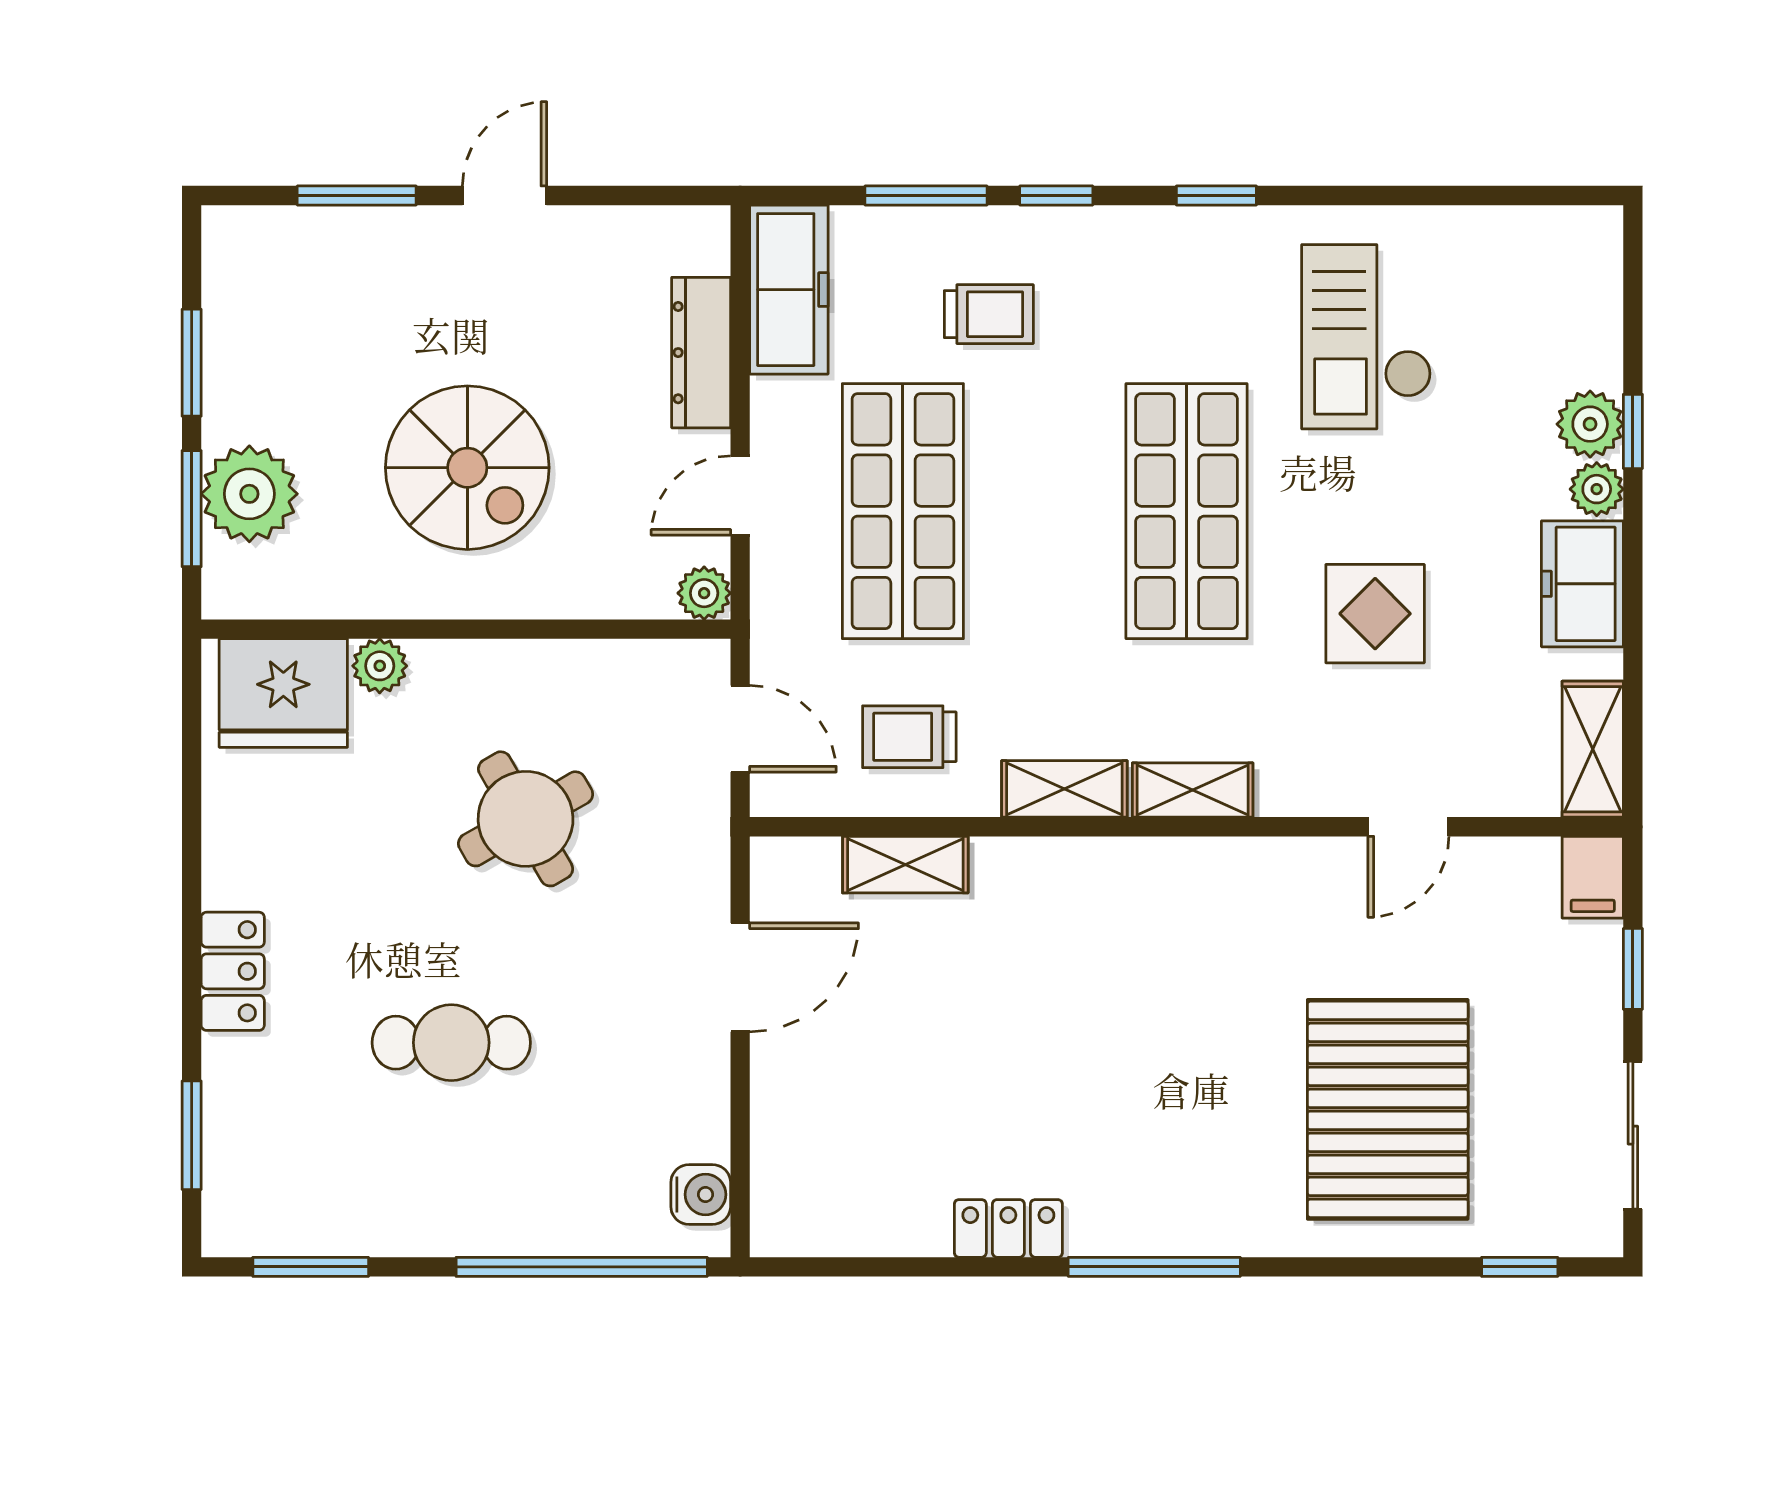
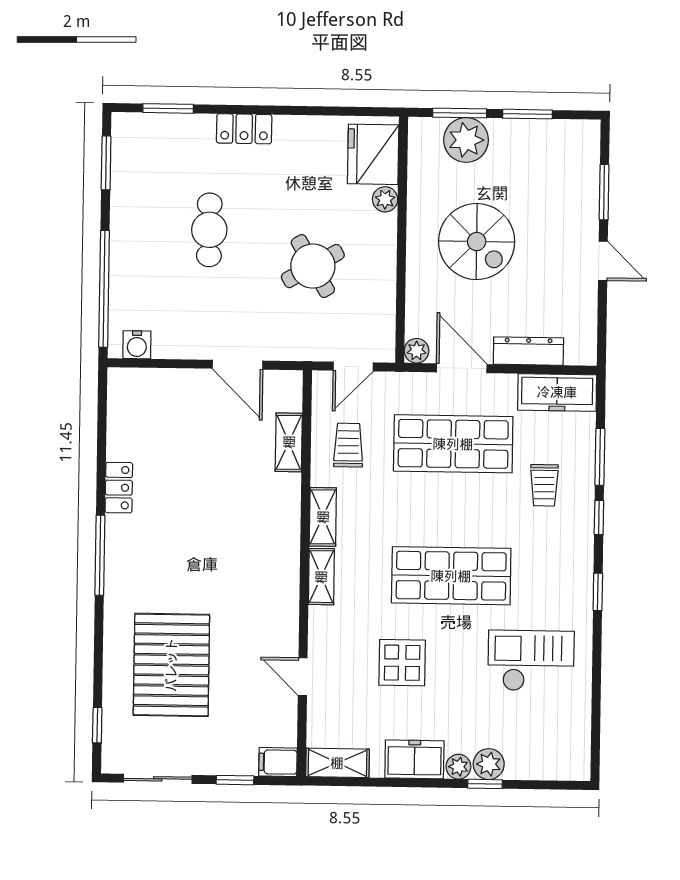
spiral stairs: (467, 468) -> (477, 242), turned -90
door: (740, 495) -> (462, 368), width x1.38
pallet: (1388, 1109) -> (171, 665), turned 90

